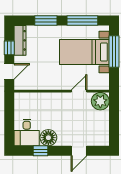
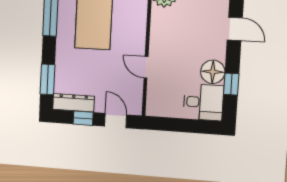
window: (46, 21) -> (47, 79), moved
door: (79, 91) -> (146, 67), moved

